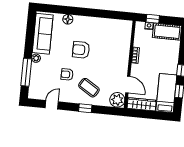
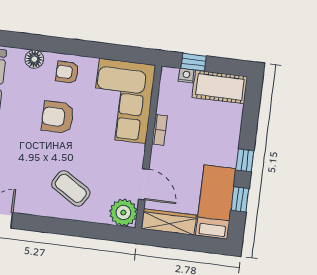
corner sofa: (115, 40) -> (123, 101), added
armchair: (67, 74) -> (67, 72), moved
window: (85, 108) -> (63, 227), removed

